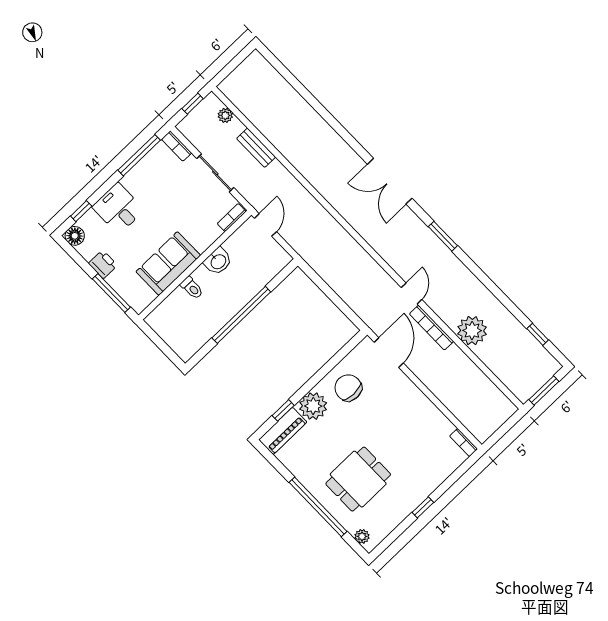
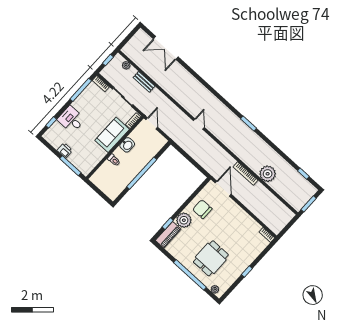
double door: (390, 181) -> (166, 48), moved
floor lamp: (75, 236) -> (49, 136), removed
sofa: (168, 264) -> (112, 135), moved
door: (412, 293) -> (199, 124), moved

